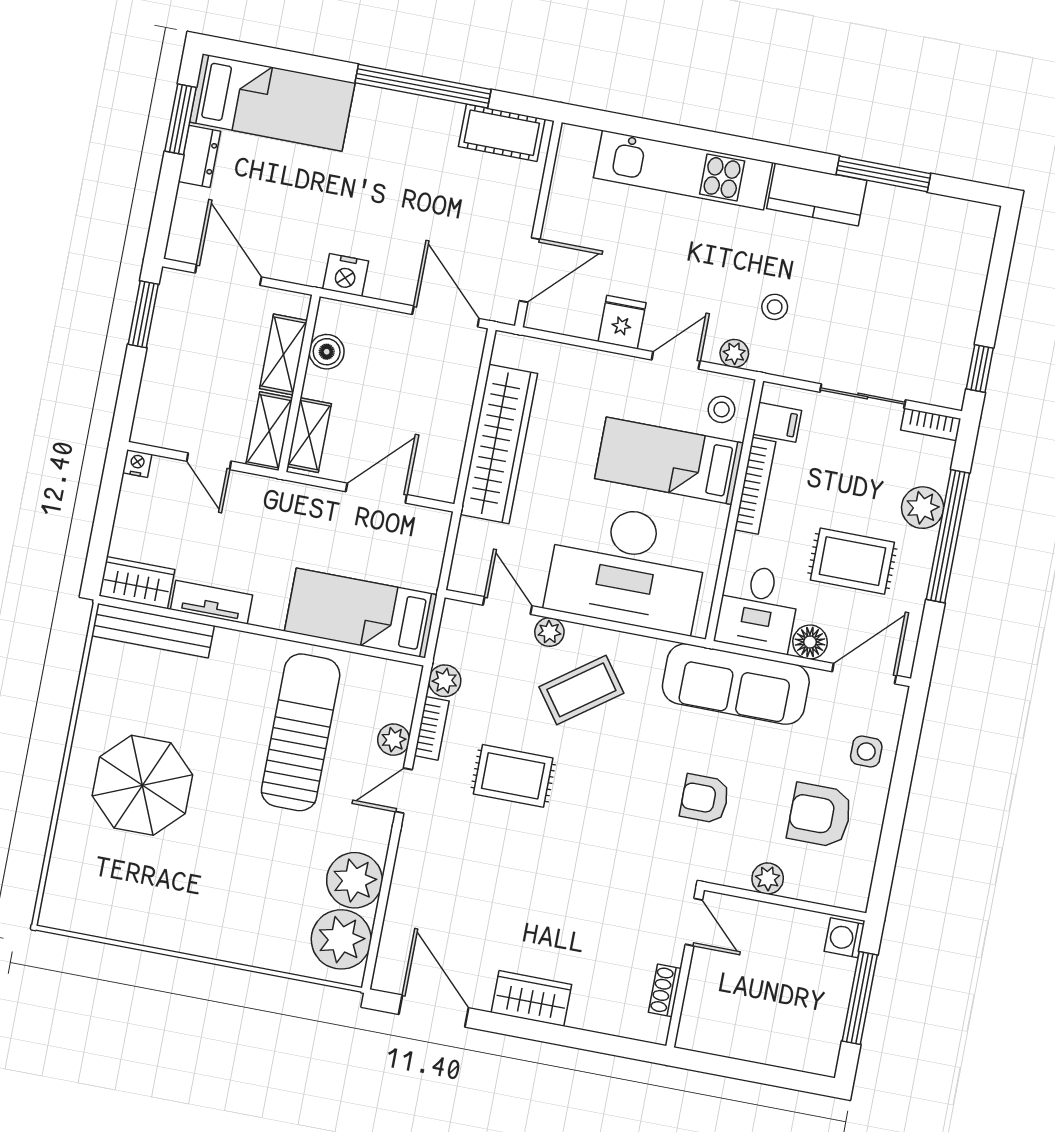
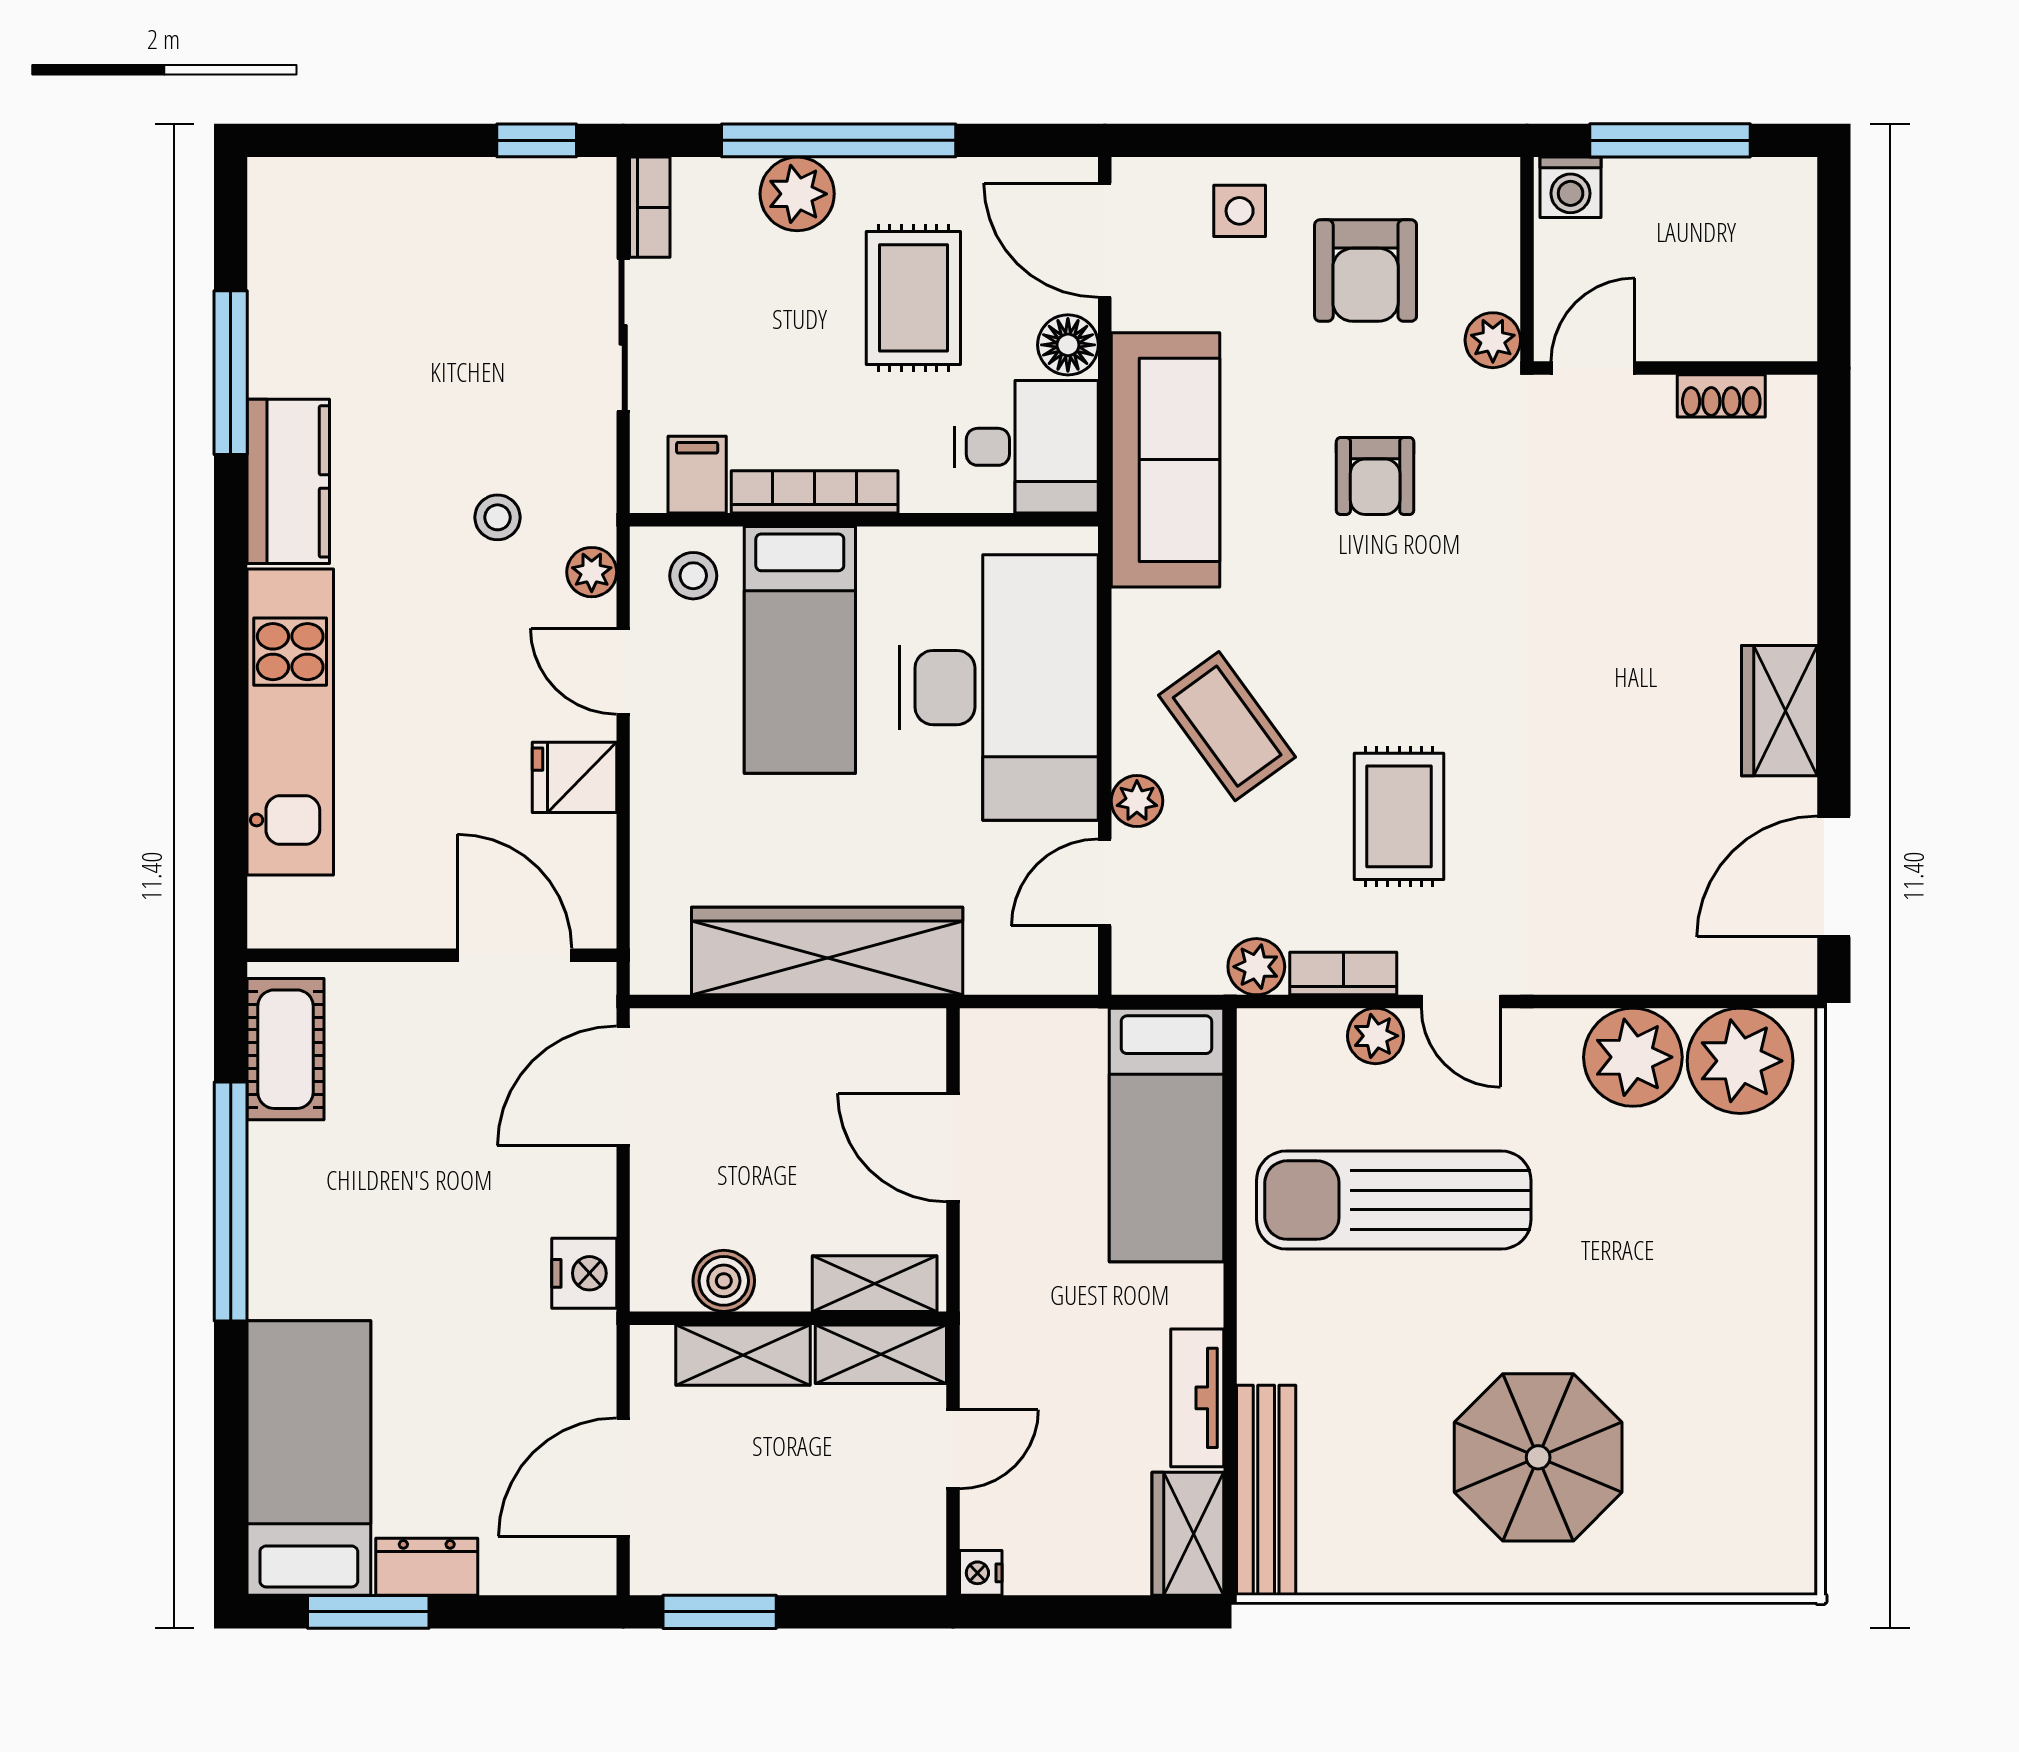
door: (694, 922) -> (1593, 368), moved
wall: (685, 968) -> (1675, 368), moved
shoe rack: (665, 990) -> (1721, 396), moved

